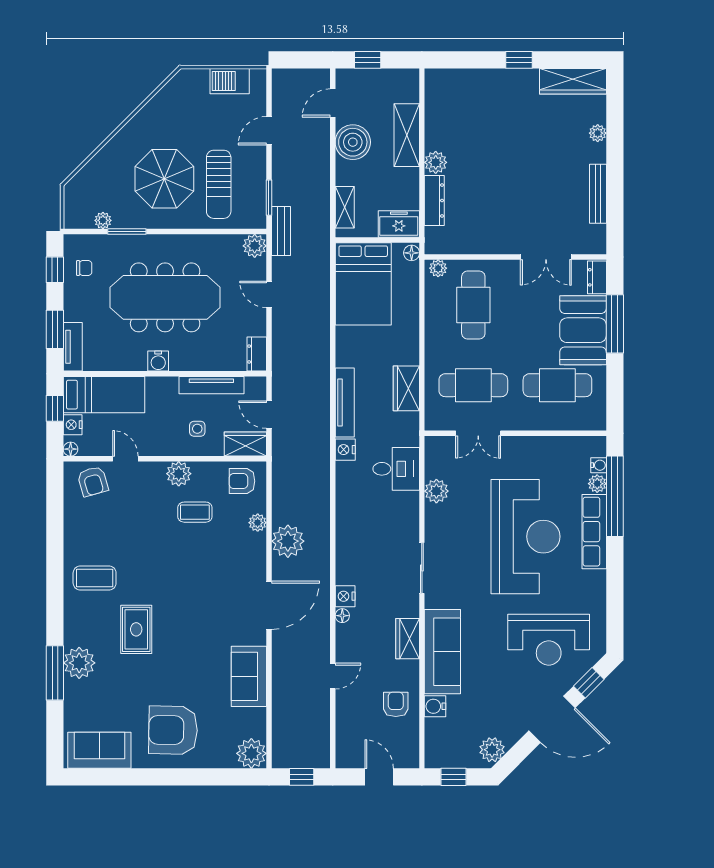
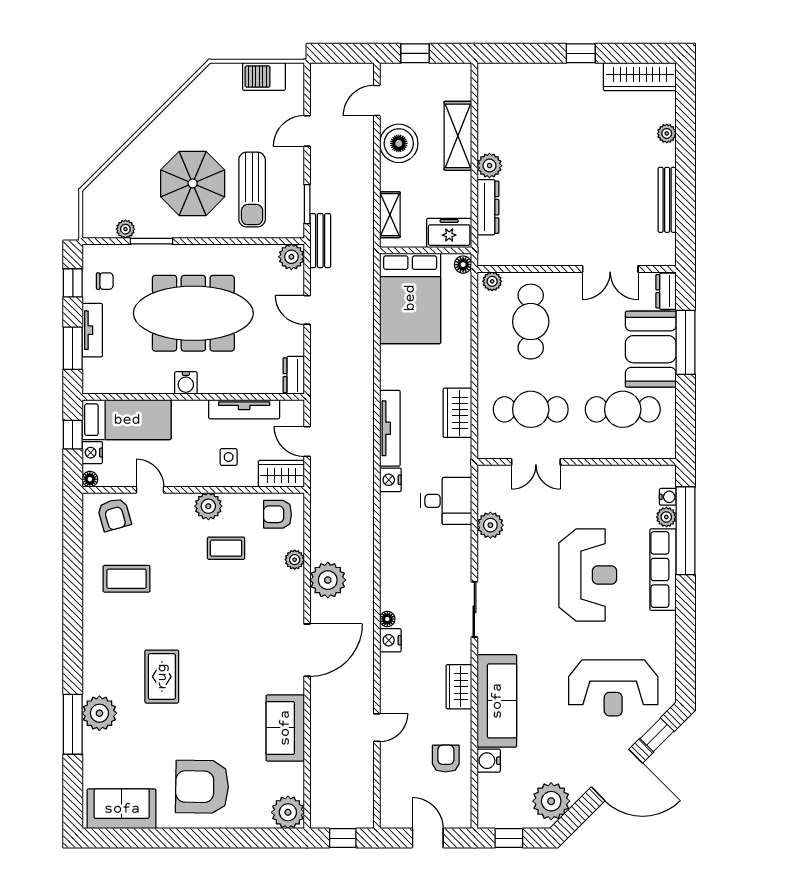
tv unit: (73, 347) -> (92, 330), moved
reception desk: (525, 537) -> (588, 575), width x0.74, depth x0.77
coffee table: (95, 578) -> (127, 579), moved
floor lamp: (342, 616) -> (387, 619), moved
plant: (492, 750) -> (551, 801), width x1.36, depth x1.36

